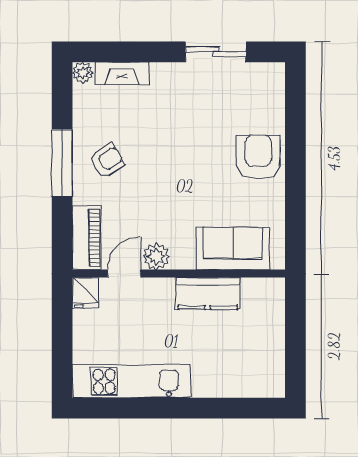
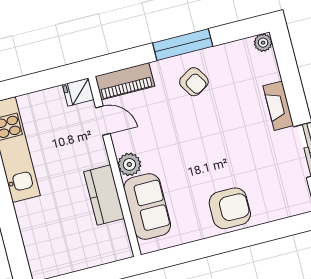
fireplace: (122, 73) -> (278, 106), moved
plant: (156, 256) -> (129, 164), moved

